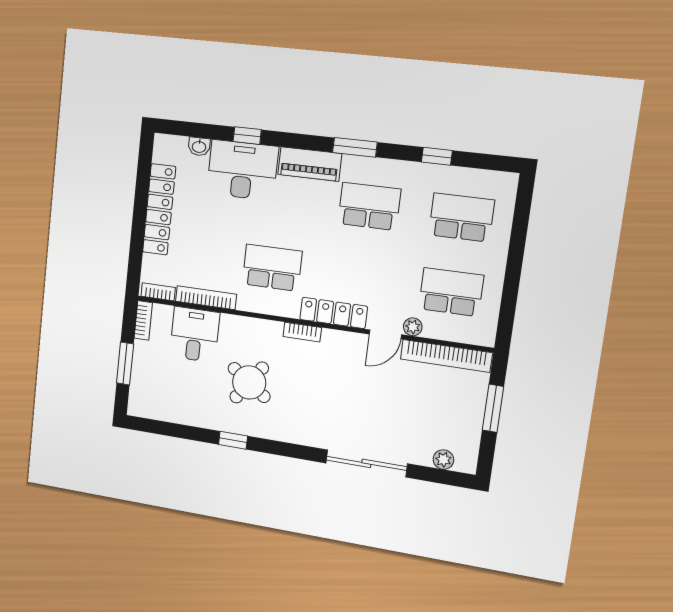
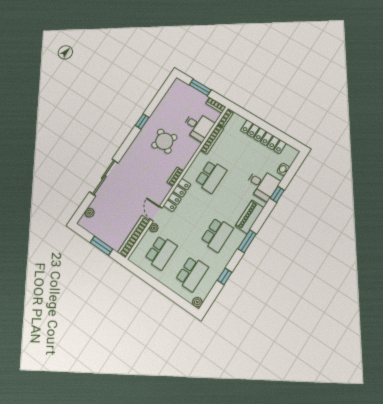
desk: (242, 170) -> (262, 184), width x0.73
plant: (508, 182) -> (197, 302), added

